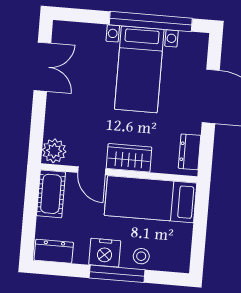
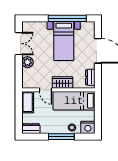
plant: (54, 151) -> (27, 62), moved
nightstand: (105, 253) -> (88, 127), moved

